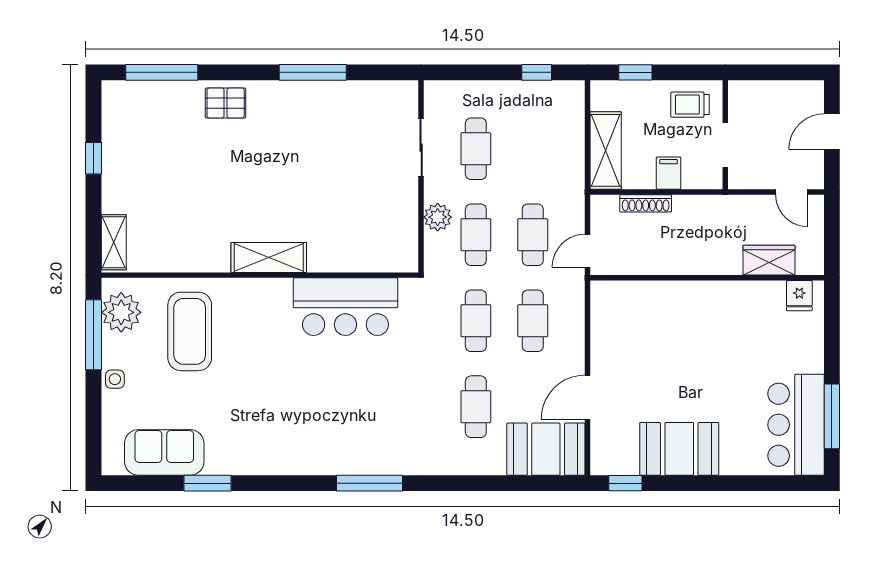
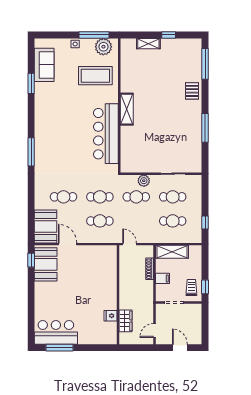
window: (635, 72) -> (205, 287), moved
cafe table: (533, 235) -> (173, 221), moved
shelving: (114, 242) -> (148, 44), moved
fridge: (799, 296) -> (111, 316), moved
bar counter: (345, 307) -> (106, 134), width x1.36
booth: (679, 449) -> (46, 264), moved

